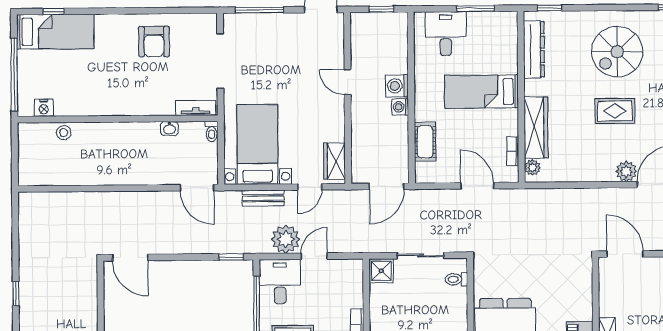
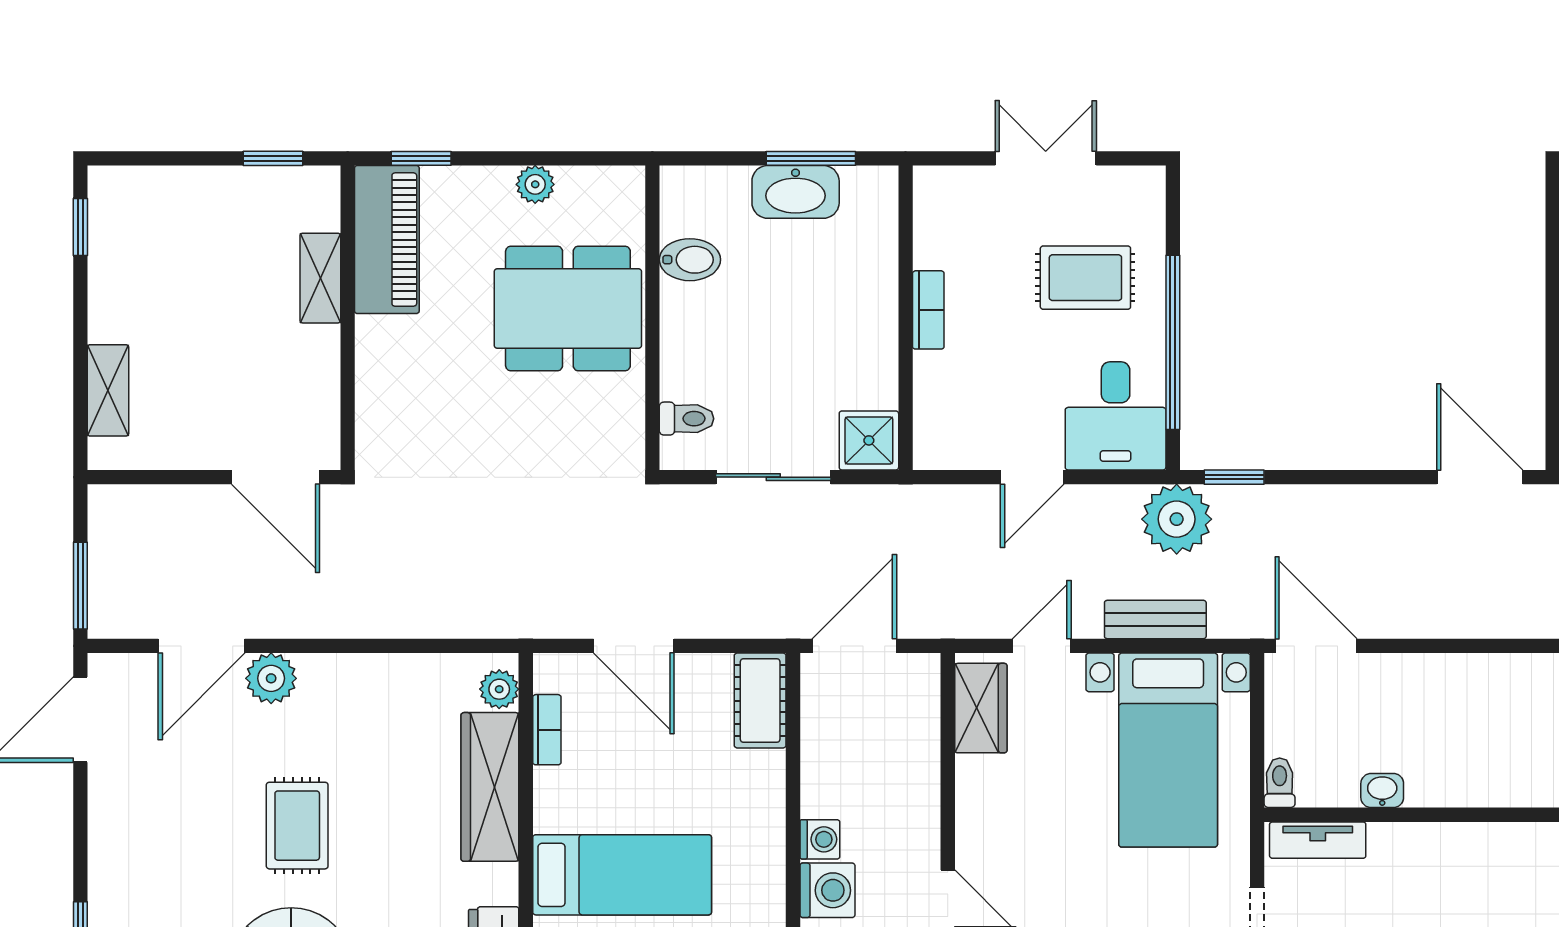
rug: (615, 111) -> (297, 826), turned 90
cot: (425, 142) -> (760, 701), moved
plant: (286, 239) -> (1177, 519), moved

